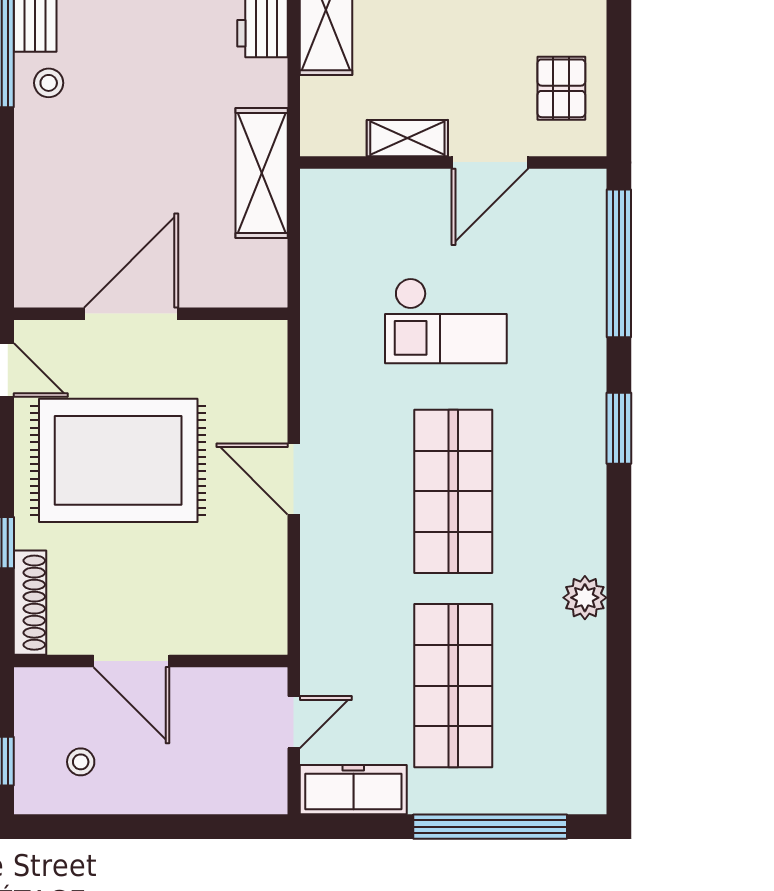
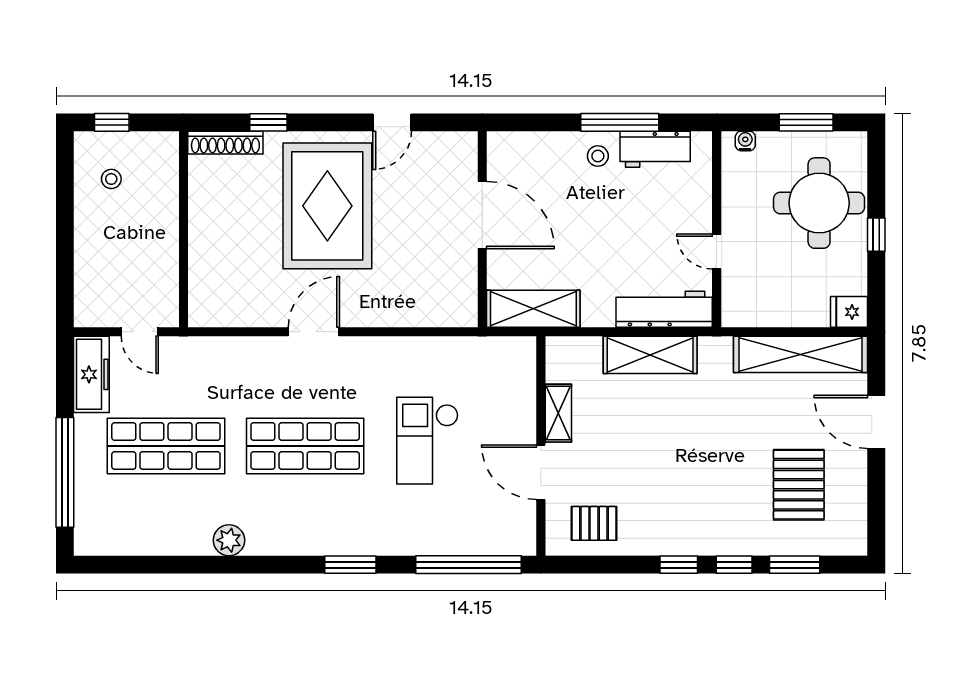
door: (131, 314) -> (482, 215), moved
wall: (151, 314) -> (482, 229), moved
door: (131, 661) -> (184, 215), removed

